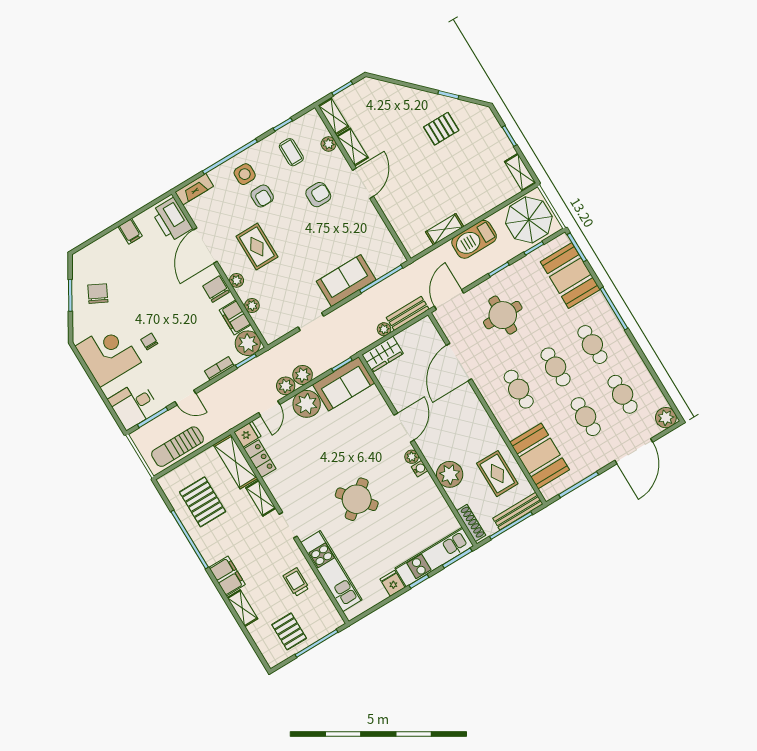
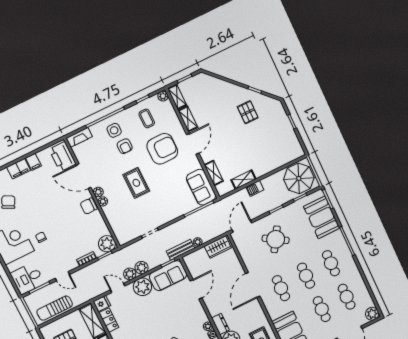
pallet: (441, 129) -> (248, 112), turned 90
plant: (329, 144) -> (163, 96), moved
shelving: (520, 172) -> (214, 173), moved
armchair: (318, 195) -> (162, 149), width x1.88, depth x1.88
barbecue: (474, 239) -> (255, 188), width x0.53, depth x0.65
door: (205, 246) -> (84, 176), hinge flipped
rug: (257, 247) -> (136, 183), moved
sofa: (346, 281) -> (201, 187), moved, turned -90
chair: (216, 289) -> (89, 206), turned -90
plant: (252, 305) -> (98, 192), moved
bench: (408, 313) -> (180, 250), moved
round table: (503, 315) -> (276, 239), turned 32
filing cabinet: (235, 317) -> (19, 169), moved, turned -90
wardrobe: (383, 354) -> (218, 247), moved
door: (459, 362) -> (253, 285), moved
door: (269, 409) -> (118, 288), swing flipped
door: (404, 428) -> (196, 289), moved
dresser: (430, 452) -> (220, 324), added

